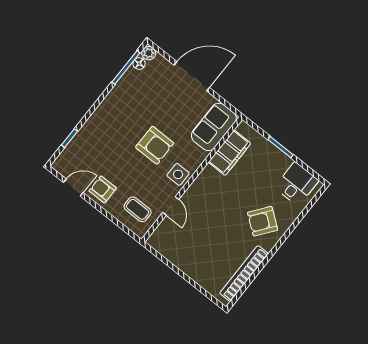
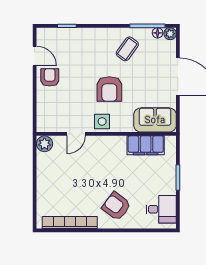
coffee table: (138, 209) -> (127, 49), moved, turned 36
plant: (157, 241) -> (44, 144), added

